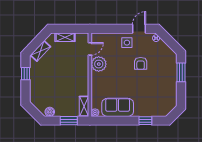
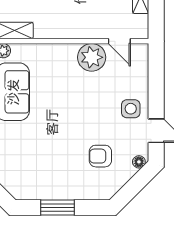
armchair: (141, 63) -> (100, 156), moved
window: (181, 72) -> (58, 207), moved

